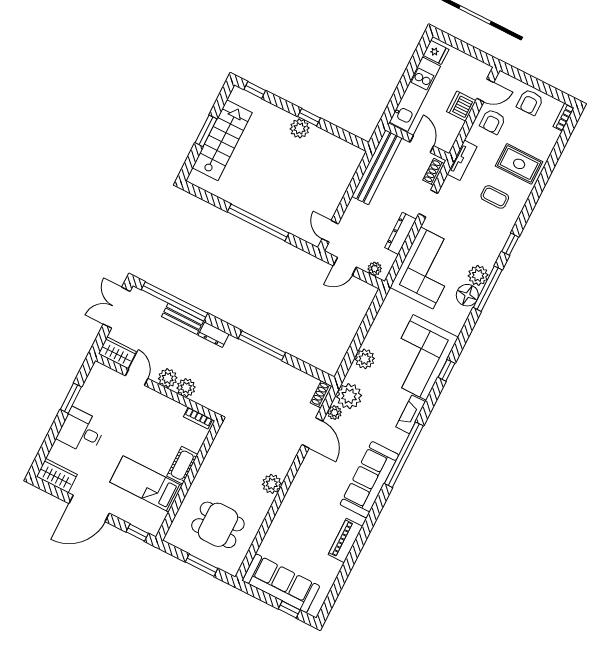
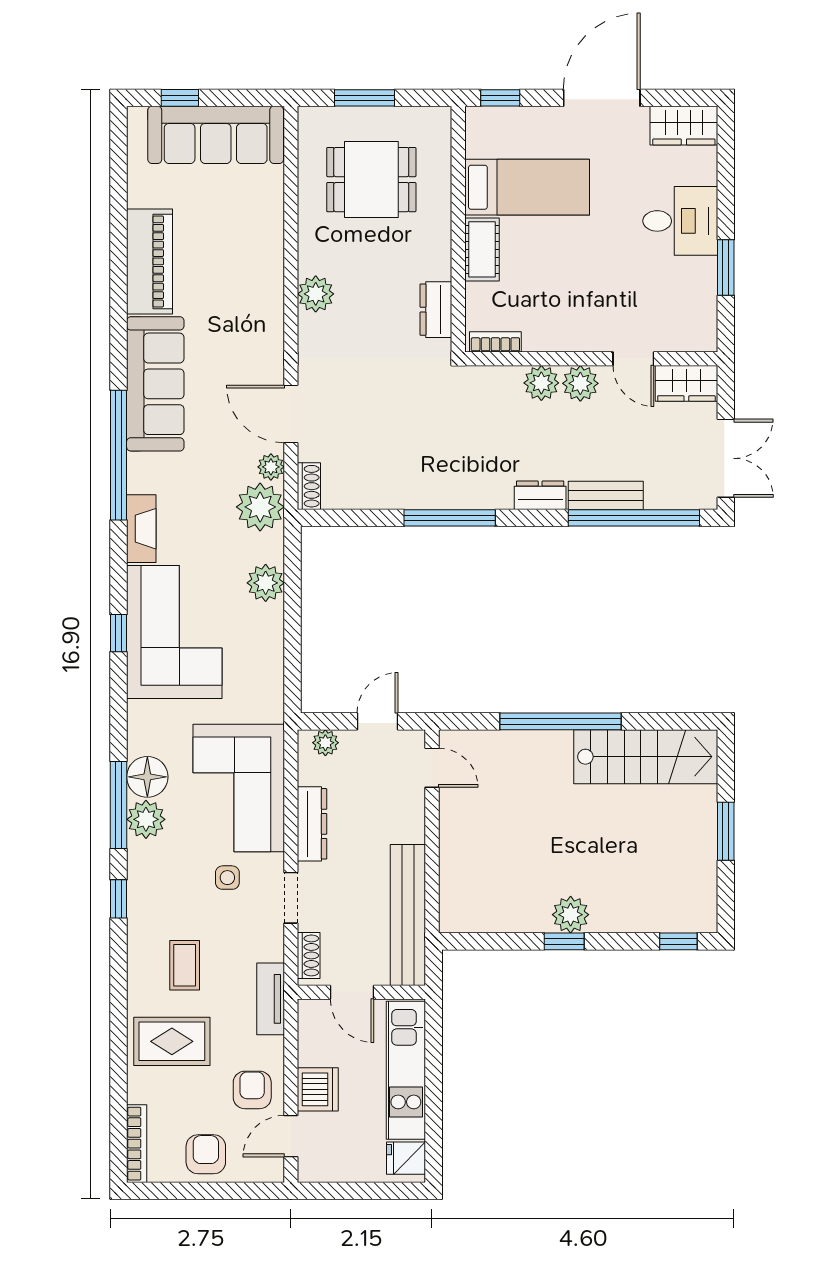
bookcase: (564, 117) -> (137, 1144), width x1.56
stairs: (222, 140) -> (646, 757), moved, turned -90
coffee table: (495, 197) -> (185, 965), turned 90
side table: (453, 228) -> (227, 878), added
dresser: (218, 448) -> (436, 310), added
piano: (345, 540) -> (150, 261), width x1.37, depth x1.33

